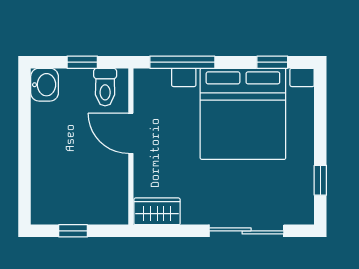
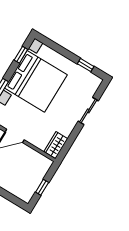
sliding door: (247, 231) -> (88, 111), width x0.73

